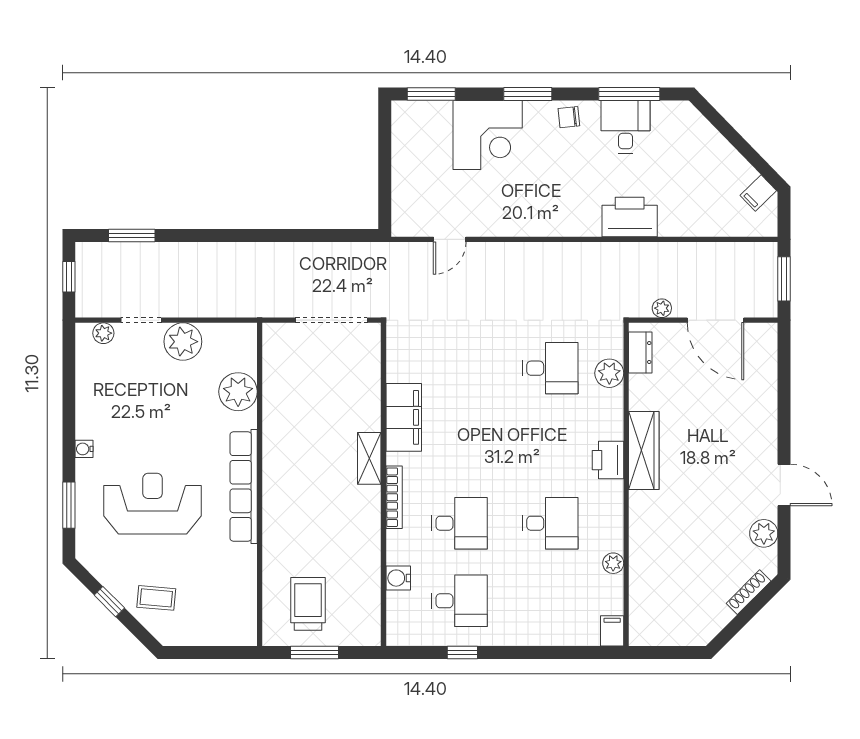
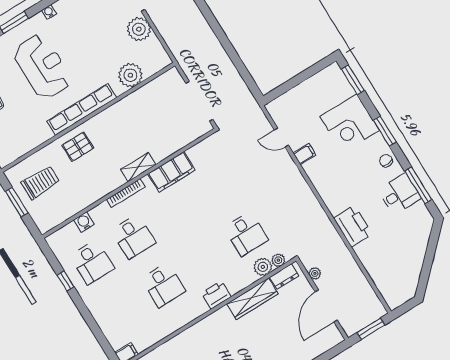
filing cabinet: (758, 193) -> (304, 154), moved, turned 134
wardrobe: (644, 451) -> (252, 299), moved
pallet: (291, 523) -> (78, 147), added
plant: (613, 563) -> (278, 260), moved

